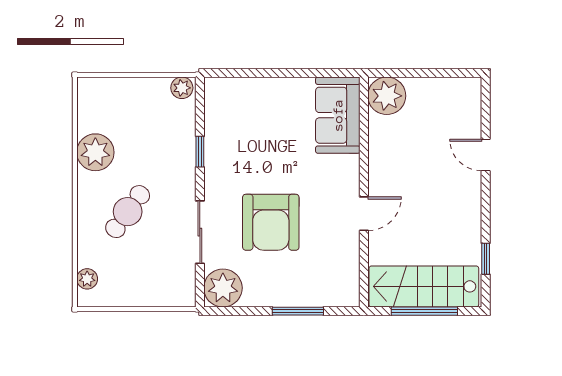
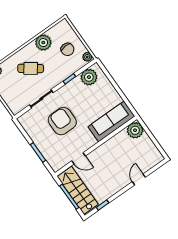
sofa: (338, 115) -> (111, 121), width x1.36
chair: (141, 116) -> (67, 49), added
door: (364, 214) -> (79, 158), moved
armchair: (271, 222) -> (62, 121), turned 90
plant: (223, 288) -> (89, 77), moved

